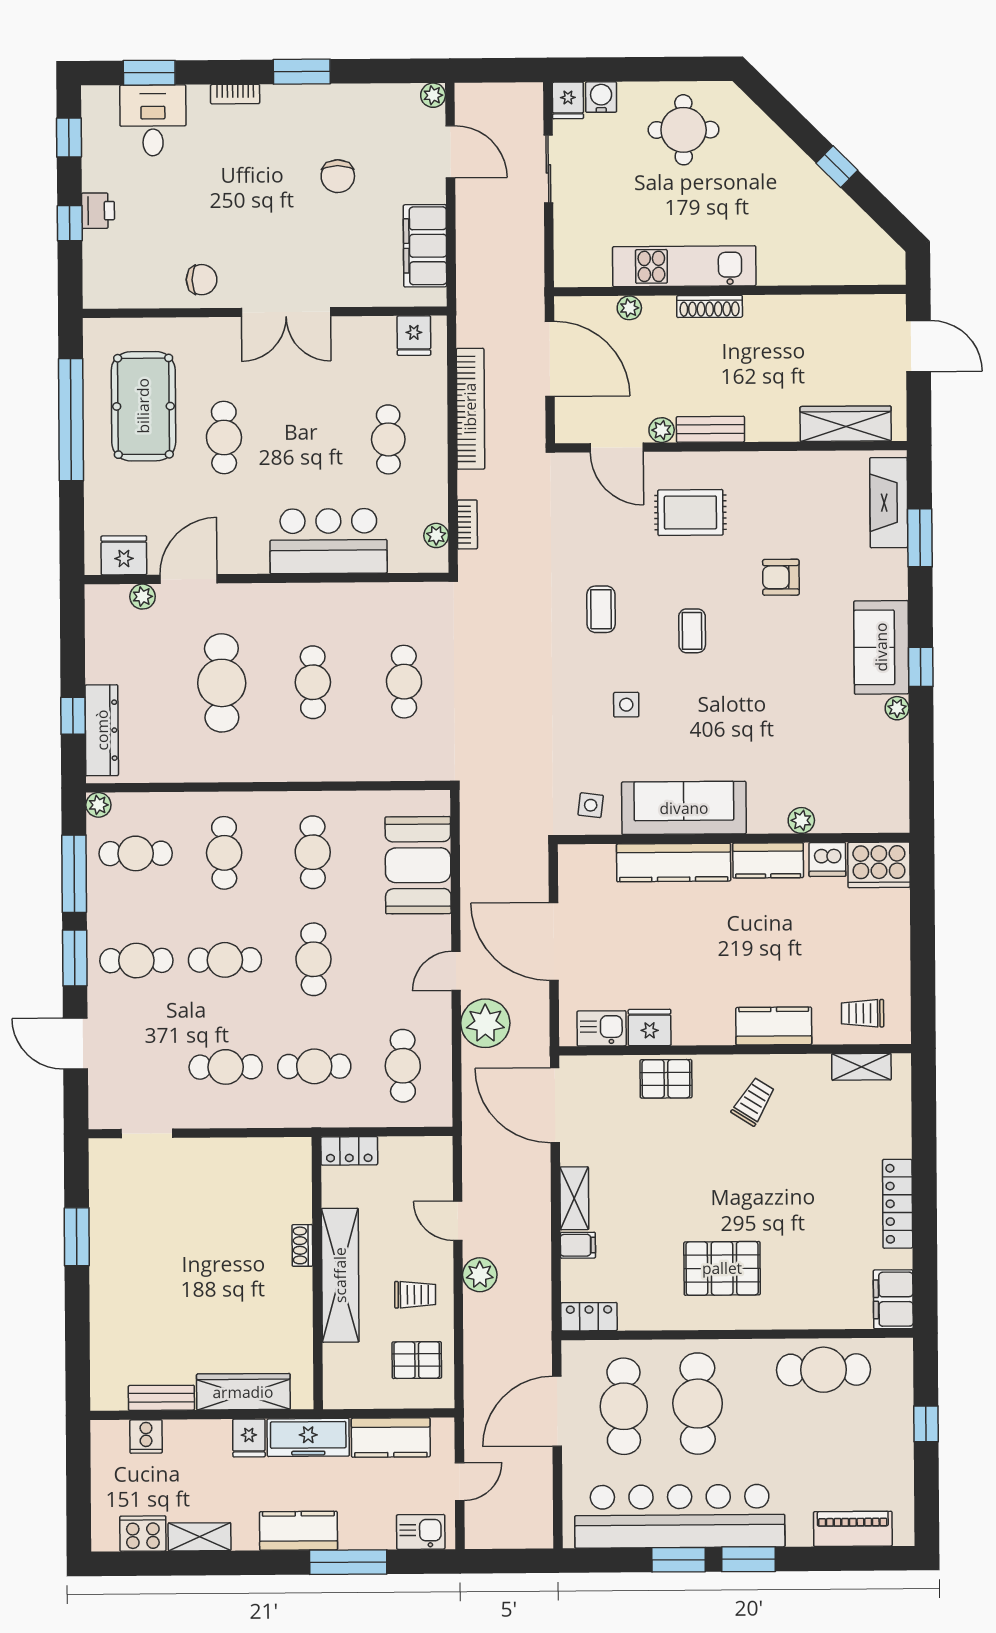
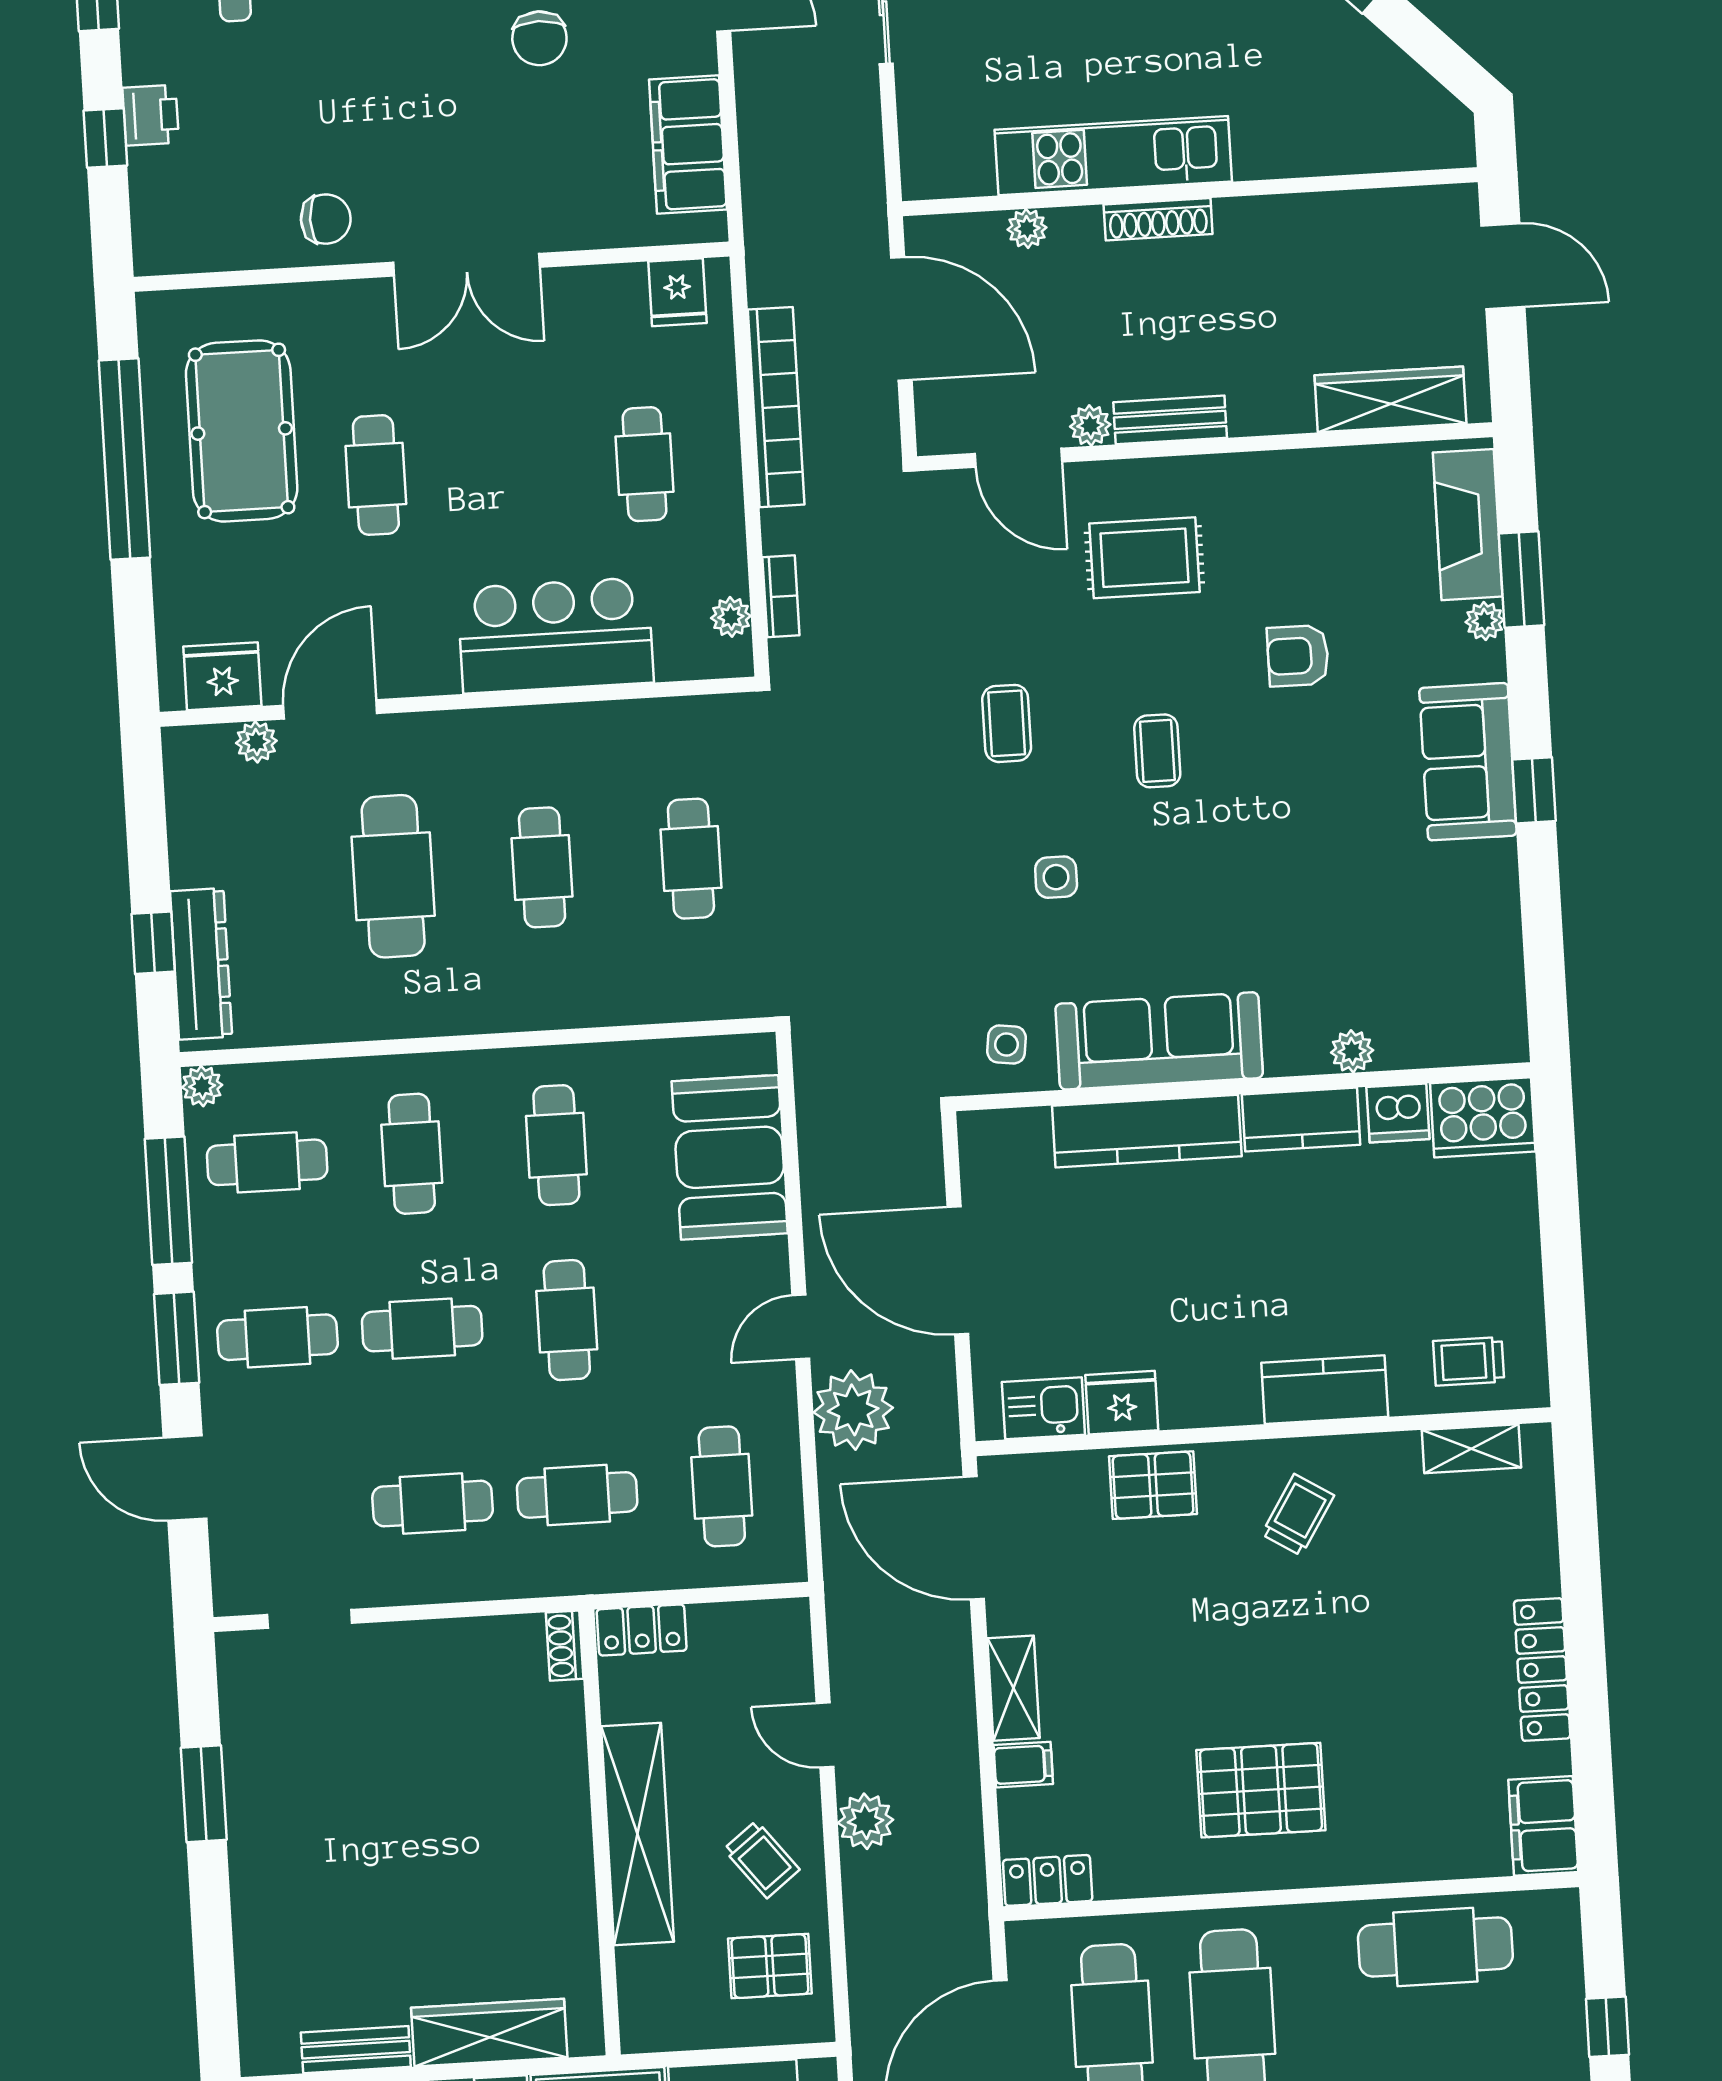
plant: (897, 708) -> (1485, 621), moved
shoe rack: (302, 1245) -> (565, 1646), moved
trolley: (415, 1295) -> (762, 1859), turned 52

